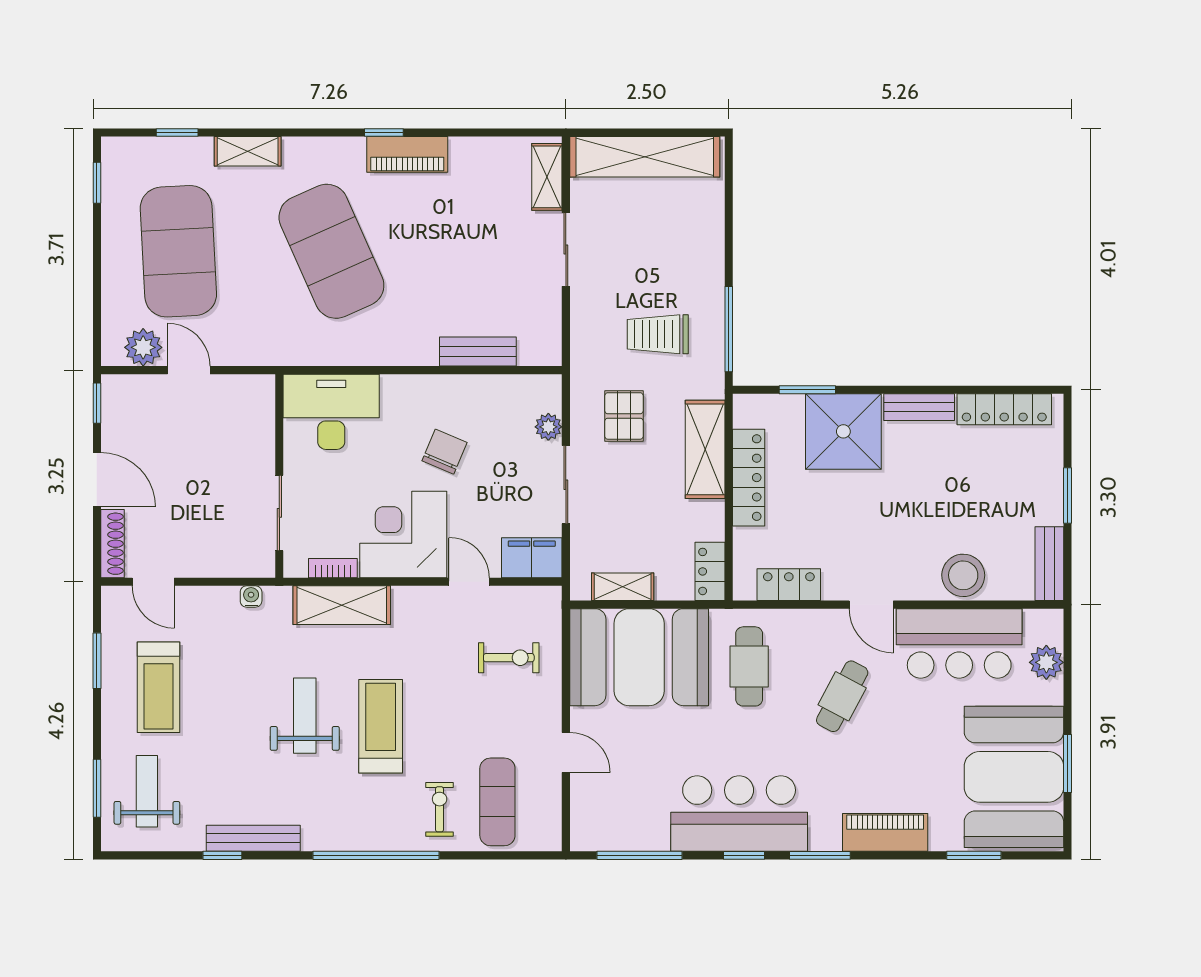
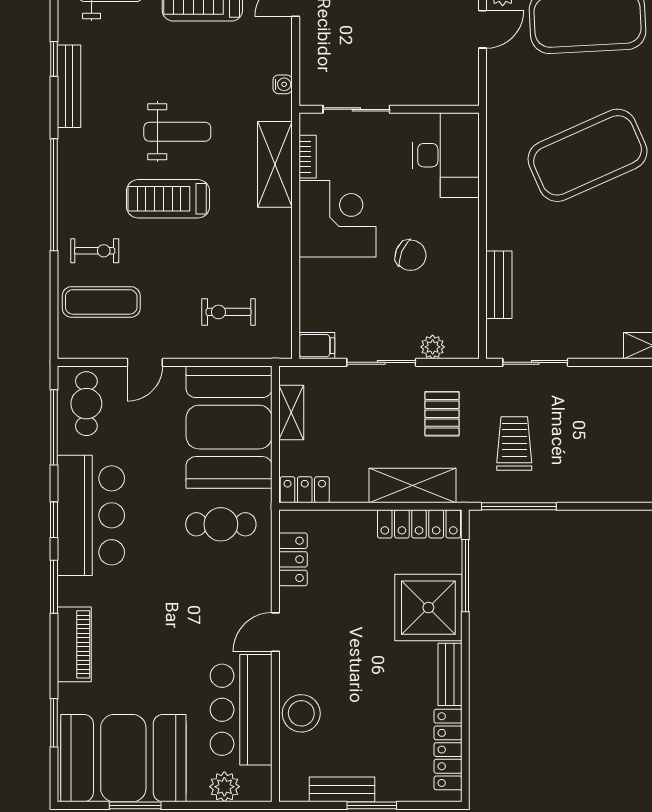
sliding door: (566, 250) -> (535, 362), moved
window: (807, 390) -> (465, 576), width x1.44
pallet: (624, 416) -> (442, 414), turned 90
locker: (749, 478) -> (419, 524), moved
filing cabinet: (532, 558) -> (317, 346), width x0.50
bench: (1049, 564) -> (342, 789), moved
door: (469, 582) -> (296, 277), removed
exercise bike: (509, 658) -> (229, 312), turned 90
cafe table: (842, 696) -> (86, 404), moved, turned 62
treadmill: (381, 726) -> (168, 199), turned 180

